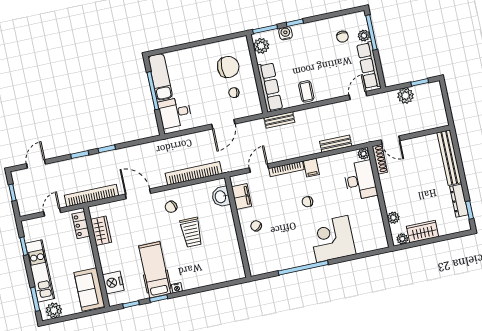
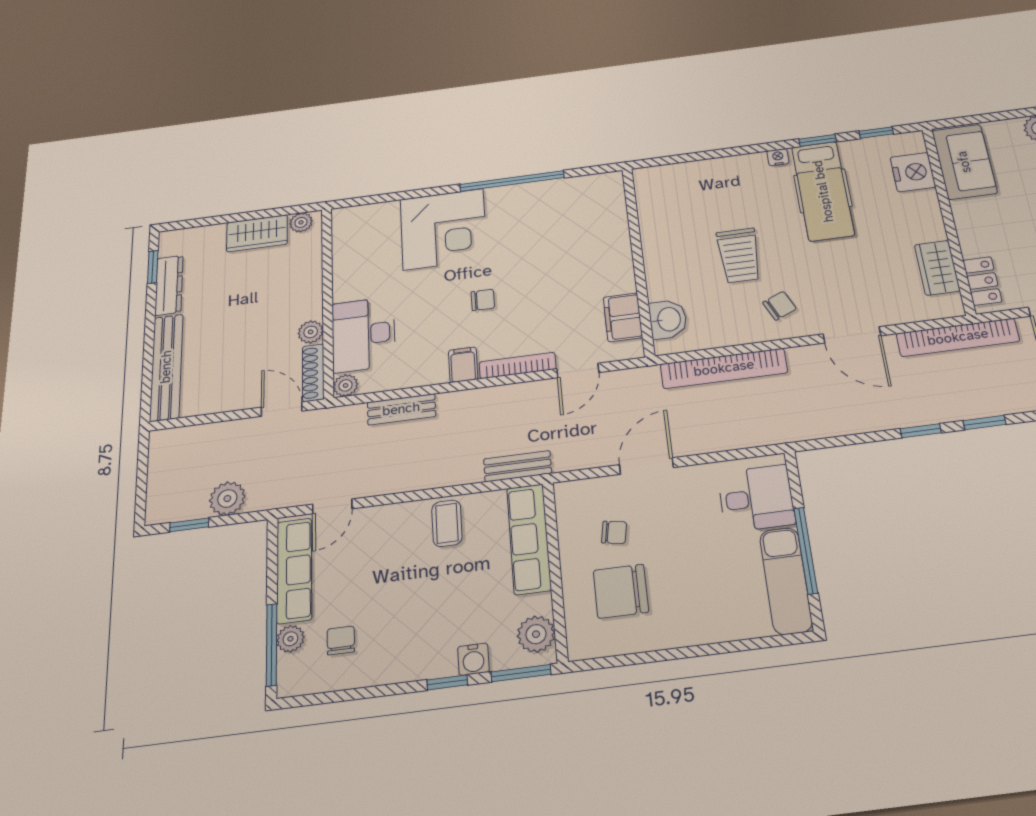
plant: (393, 218) -> (311, 332), moved
chair: (256, 226) -> (599, 260), removed
trolley: (191, 232) -> (739, 255), turned 180

